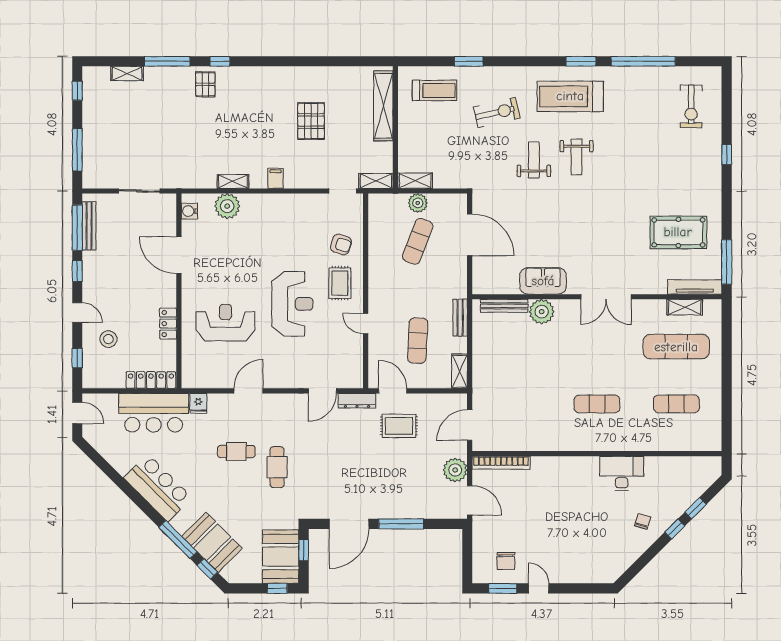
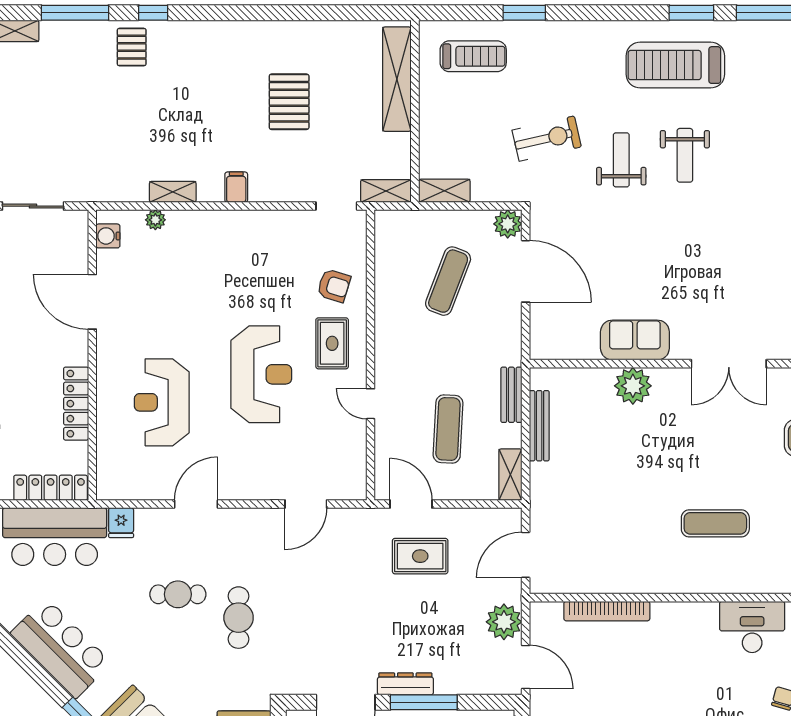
exercise bike: (497, 112) -> (547, 139), moved
plant: (418, 203) -> (508, 224), moved
plant: (227, 206) -> (155, 220), width x0.53, depth x0.53
bench: (504, 306) -> (539, 426), moved, turned 90
reception desk: (225, 323) -> (162, 402), turned -90
locker: (168, 324) -> (76, 404), width x1.53
dresser: (357, 401) -> (405, 684), moved, turned 180
bookcase: (501, 463) -> (607, 611), moved

